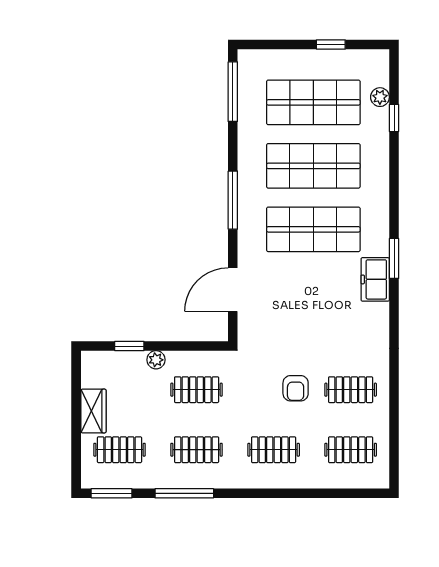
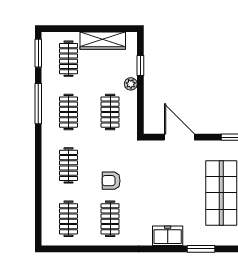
freezer: (375, 279) -> (168, 236), moved
wardrobe: (93, 411) -> (103, 41), width x1.50

